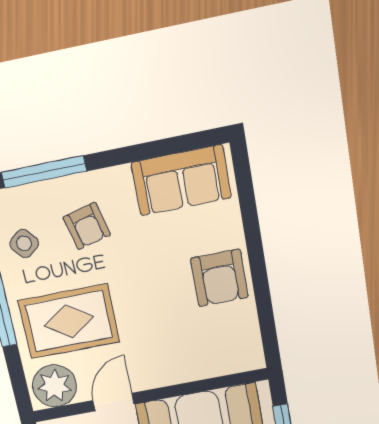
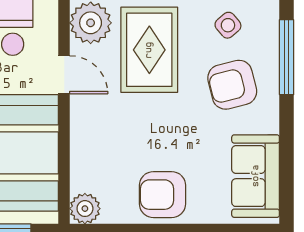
armchair: (87, 226) -> (232, 85), width x1.38, depth x1.38
plant: (248, 356) -> (85, 209), added

